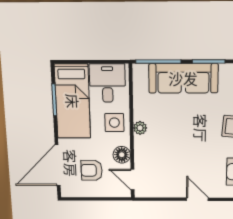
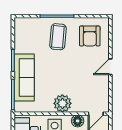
plant: (140, 128) -> (62, 103), width x1.88, depth x1.88

